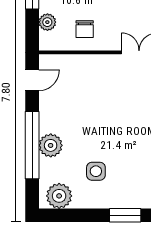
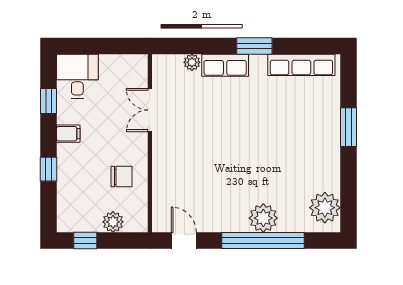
side table: (96, 171) -> (295, 163), removed

